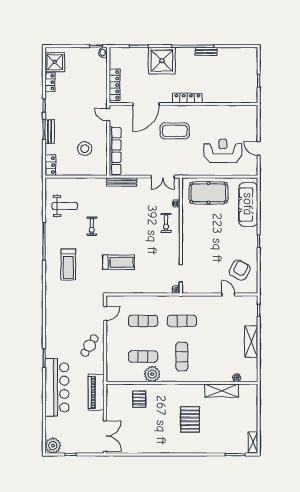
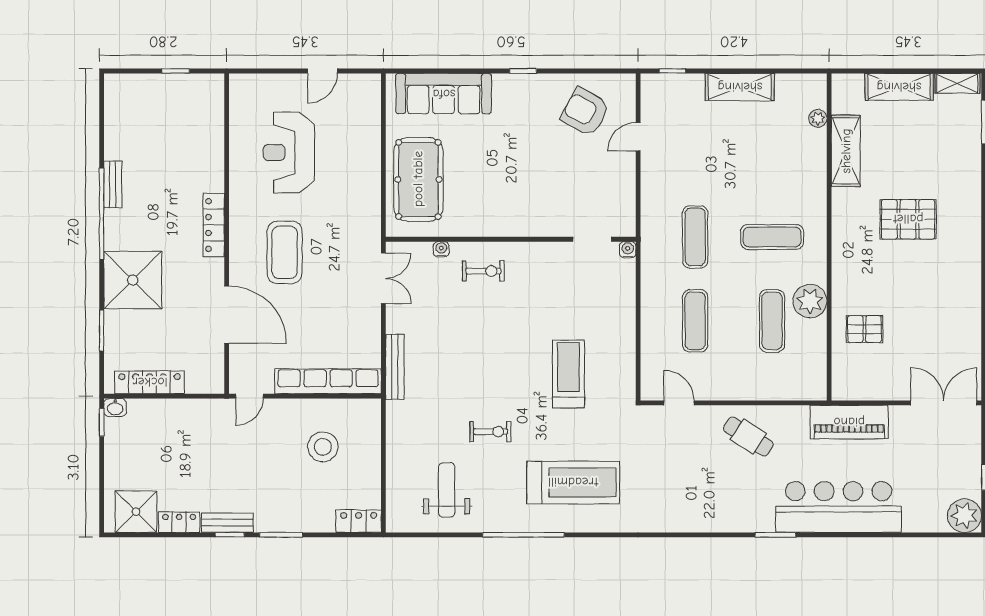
locker: (115, 85) -> (150, 382), moved
bench: (50, 132) -> (227, 523), moved
reception desk: (223, 151) -> (289, 153), moved
treadmill: (68, 264) -> (573, 482), width x1.37, depth x1.38
shelving: (251, 415) -> (899, 87), added

